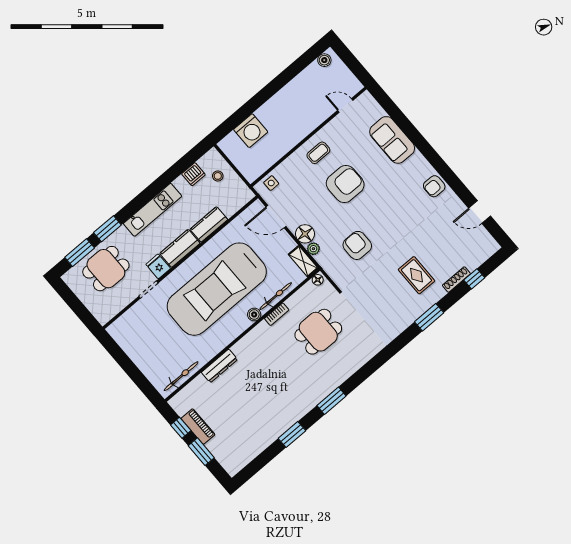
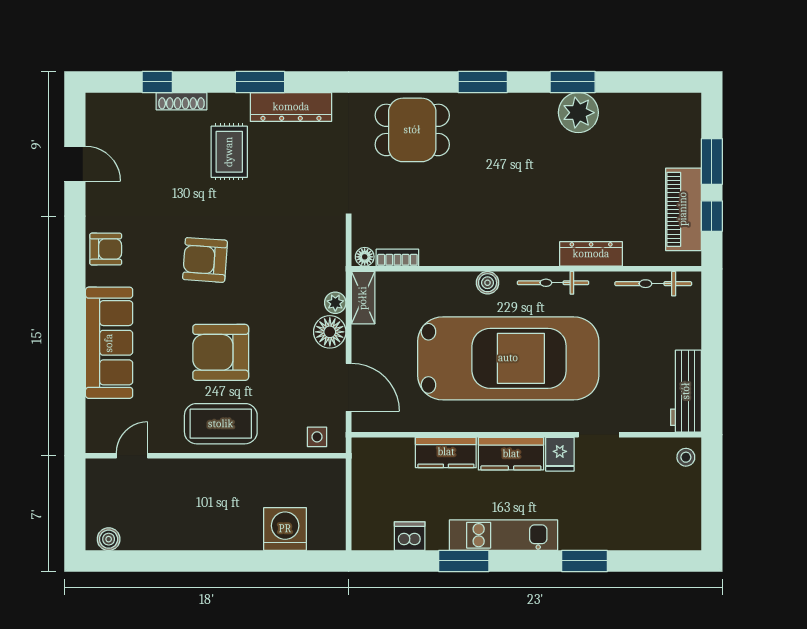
door: (345, 105) -> (132, 456), swing flipped
sofa: (392, 140) -> (109, 343), width x1.36
coffee table: (318, 153) -> (221, 424), width x1.86, depth x1.72
stool: (218, 176) -> (686, 457), moved
armchair: (357, 245) -> (205, 260), moved, turned 94
window: (80, 253) -> (464, 561), moved
dining table: (106, 269) -> (631, 510), removed
bicycle: (276, 296) -> (553, 283), moved
bookcase: (277, 314) -> (397, 258), moved
dresser: (406, 318) -> (291, 107), added
dining table: (318, 332) -> (412, 130), moved
workbench: (127, 341) -> (686, 391), added
plant: (278, 423) -> (578, 113), added
piano: (198, 427) -> (683, 209), width x1.37, depth x1.33

